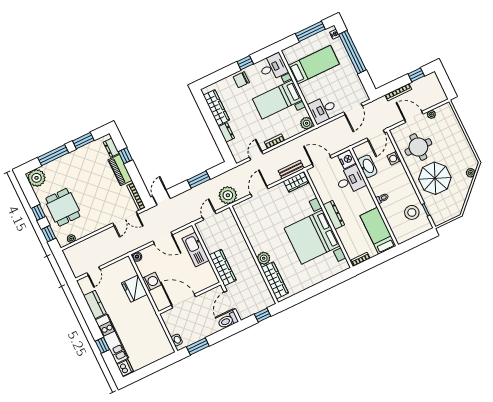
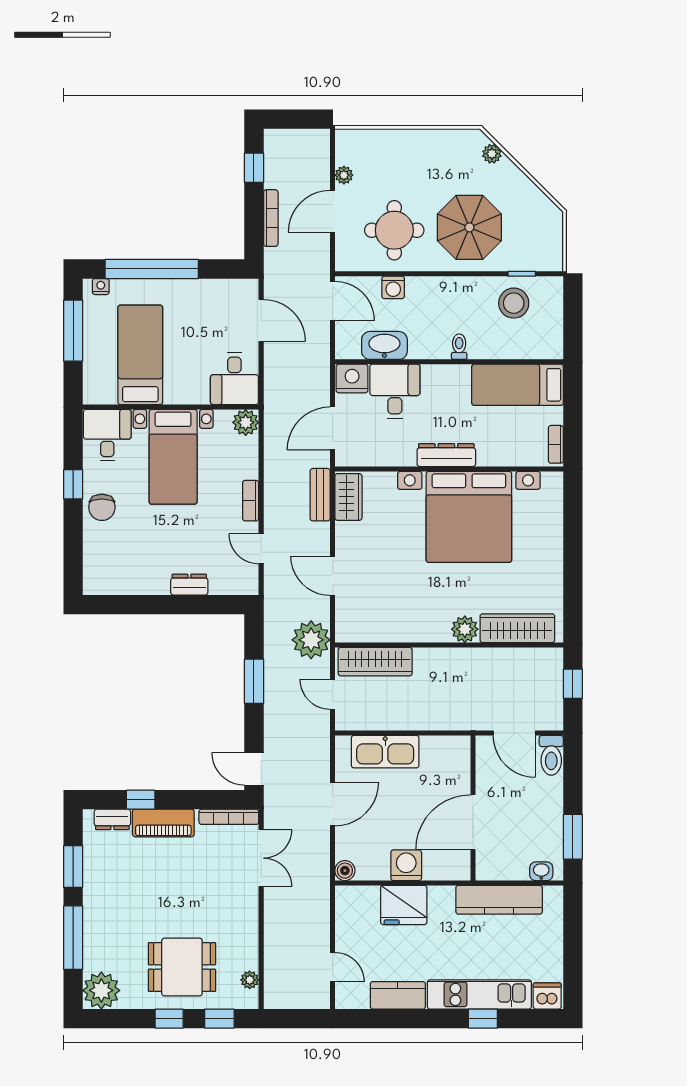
wardrobe: (216, 108) -> (133, 581), removed
wardrobe: (223, 268) -> (375, 662), moved, turned 180
kitchen counter: (156, 328) -> (499, 900), added

